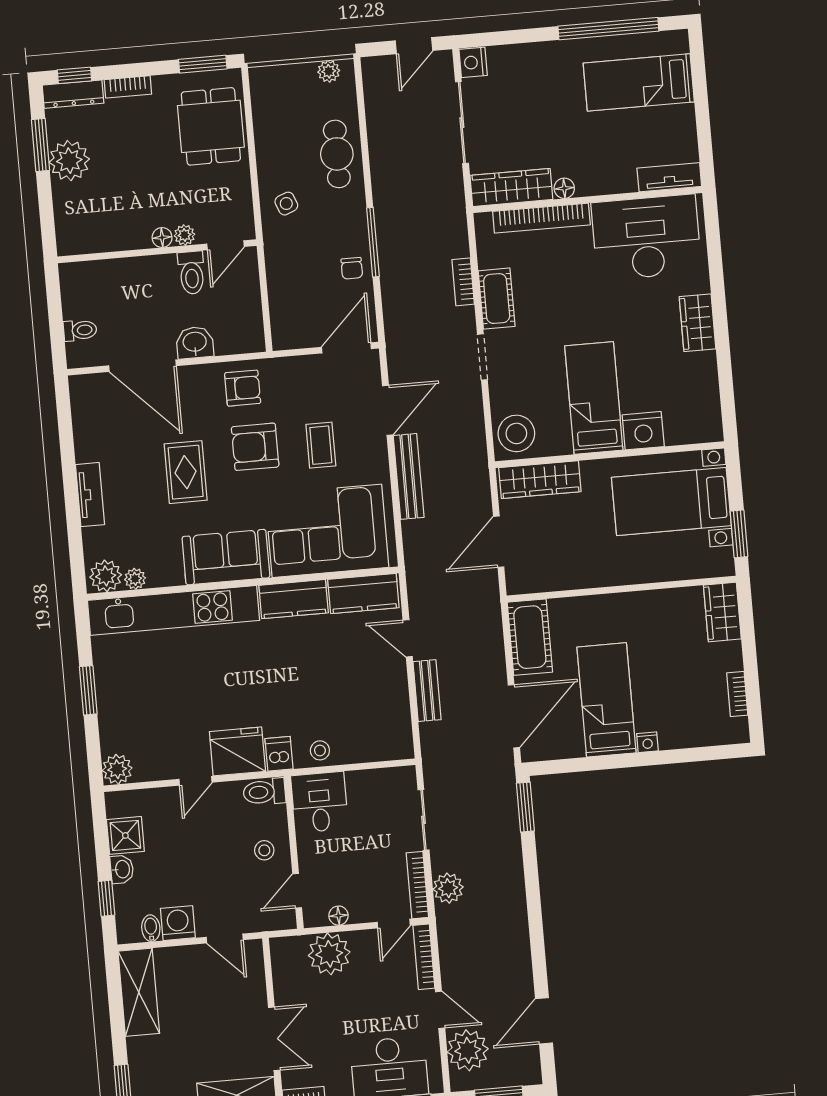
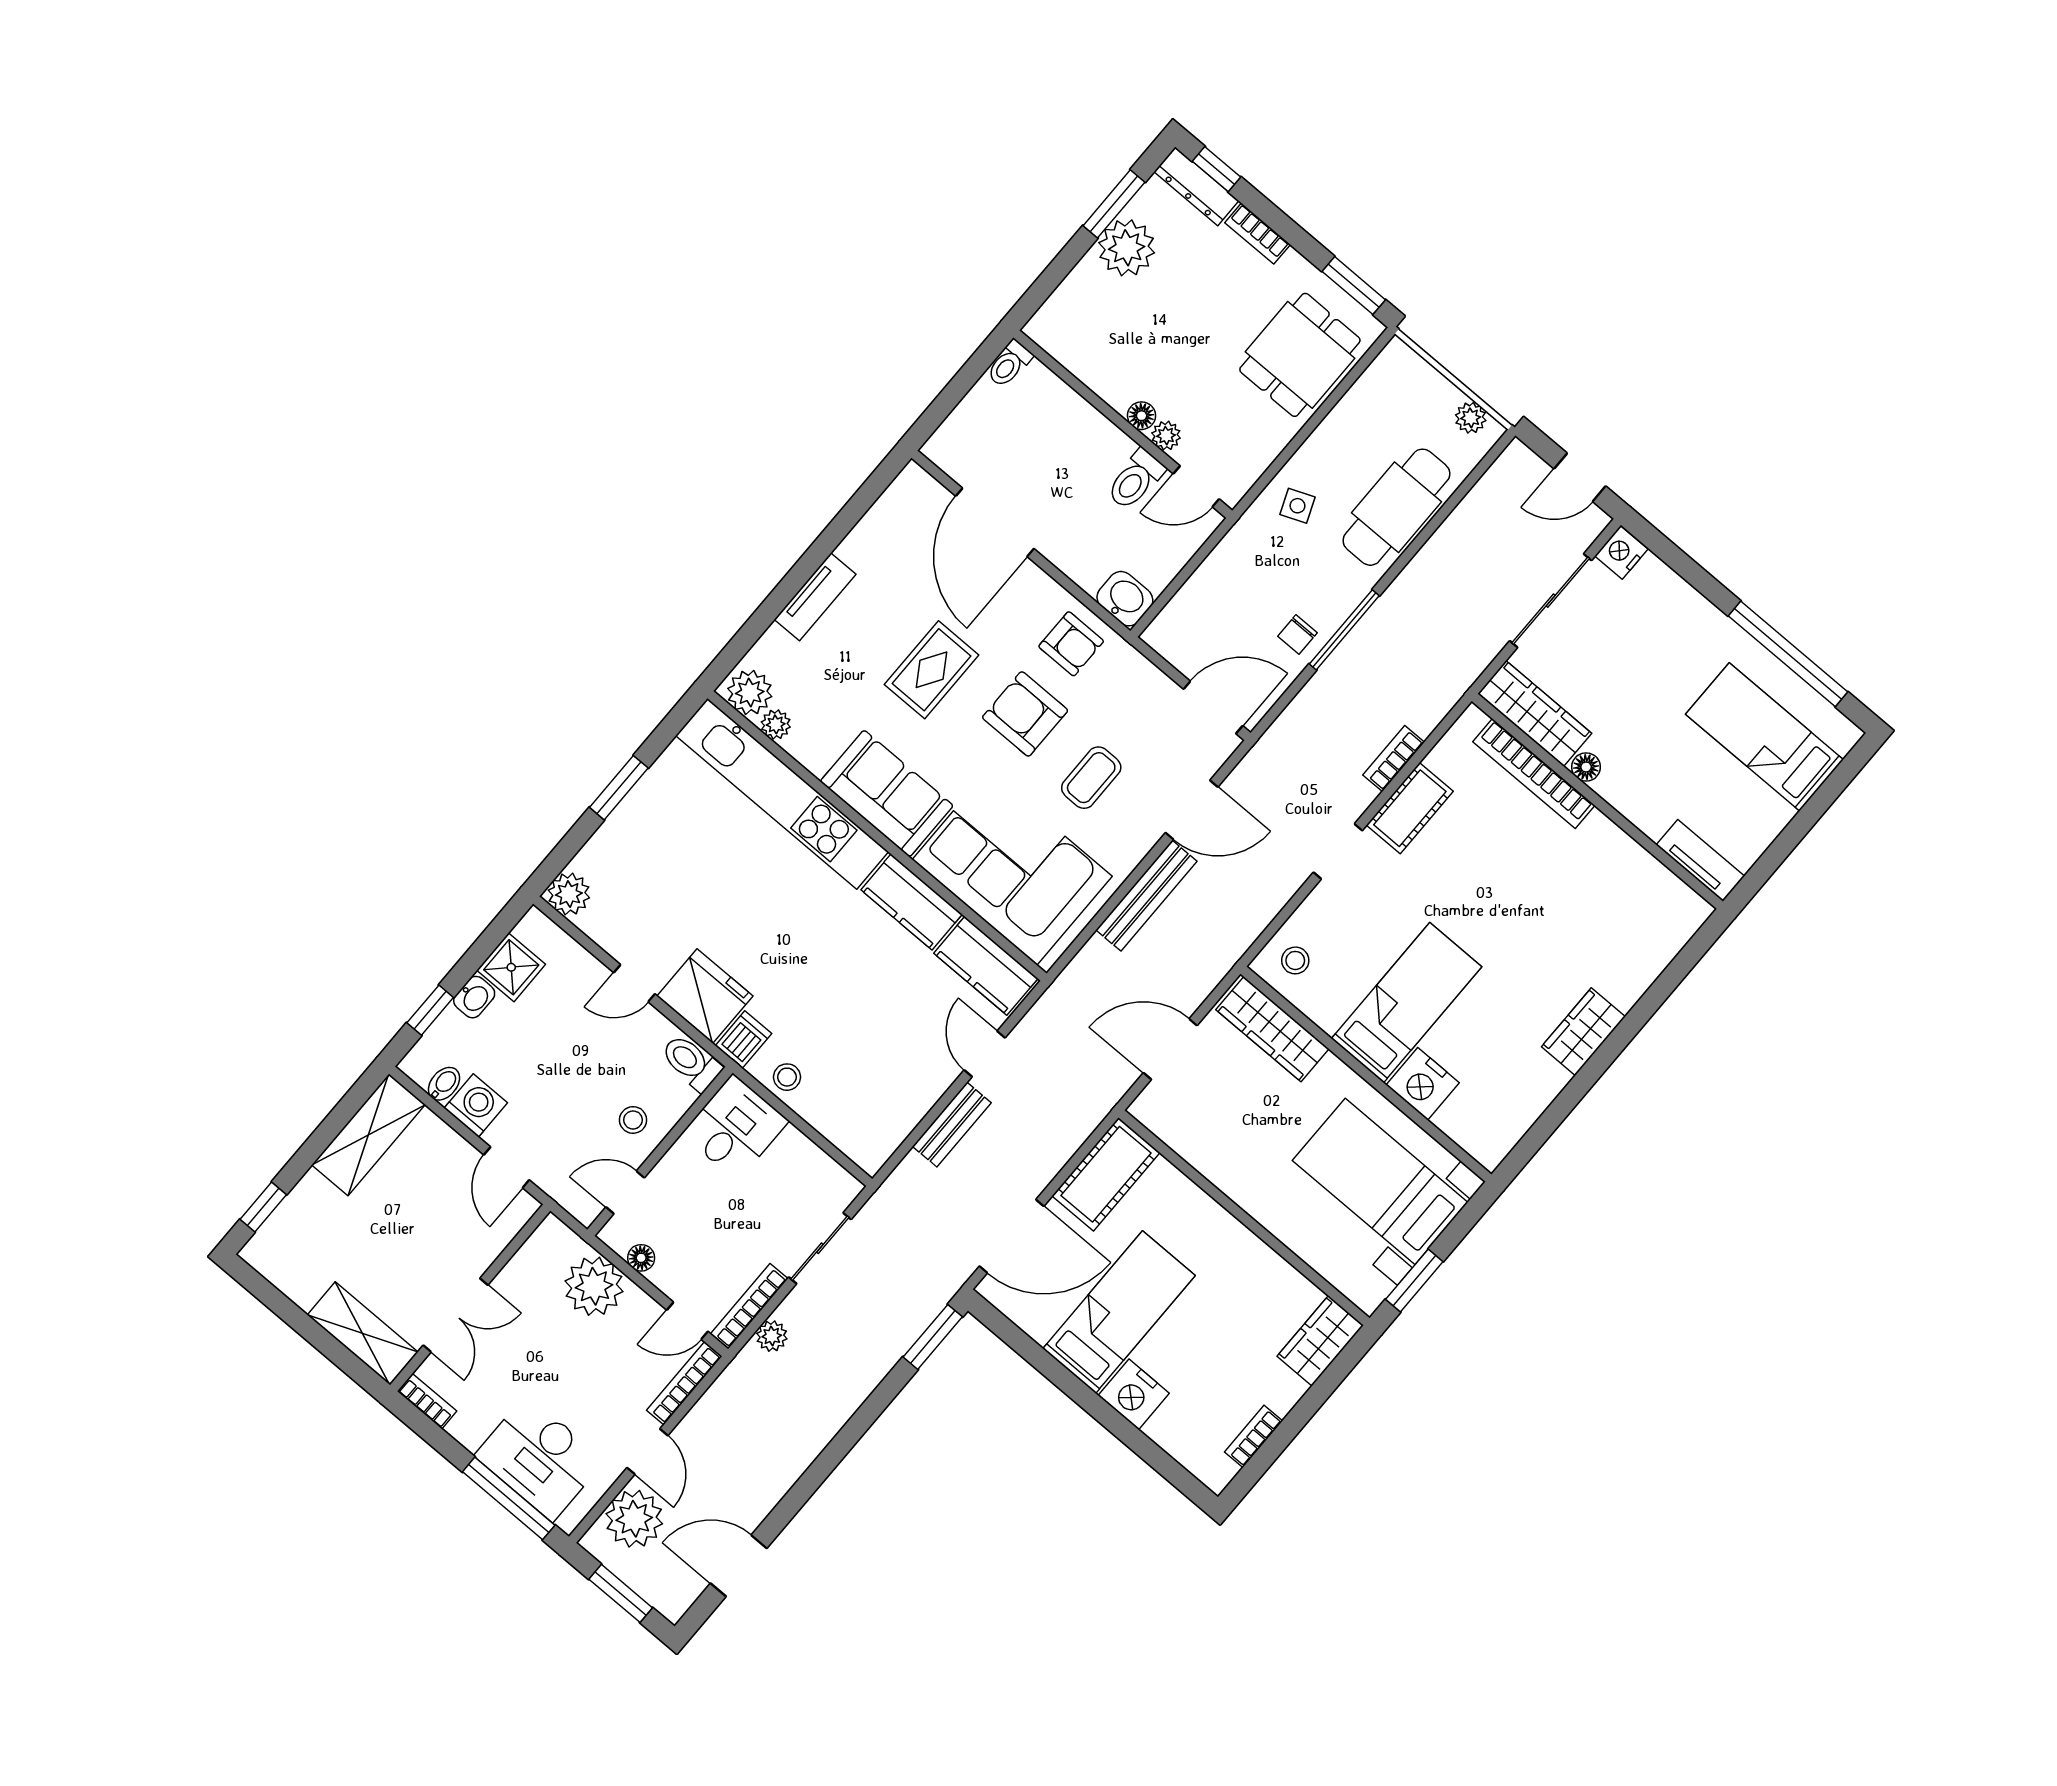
cafe table: (337, 154) -> (1396, 507), width x1.37, depth x1.35
desk: (646, 237) -> (1618, 897), removed
toilet: (80, 330) -> (1009, 364), moved, turned 90
washbasin: (195, 343) -> (1125, 599), moved
stool: (516, 433) -> (1295, 960), width x0.53, depth x0.53
nightstand: (647, 742) -> (1134, 1394), width x1.89, depth x1.79
plant: (448, 888) -> (772, 1336), width x0.73, depth x0.73

